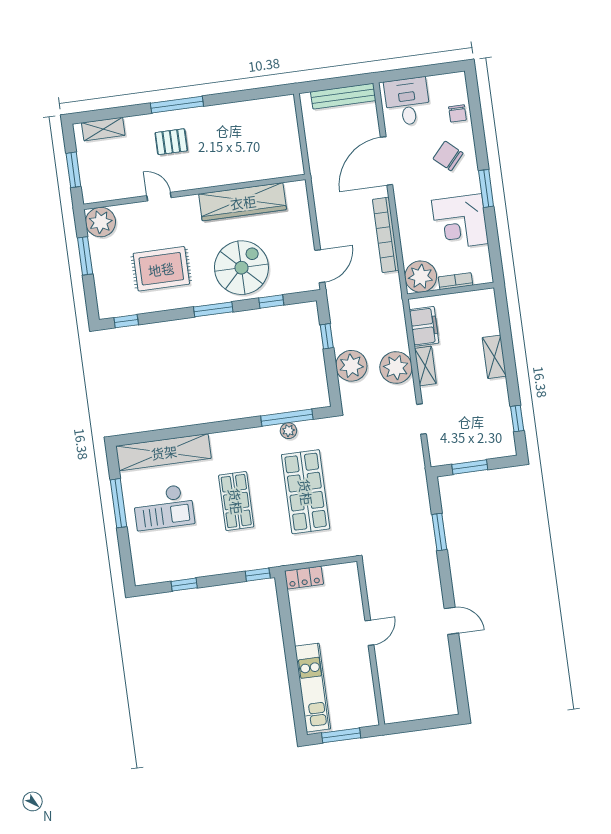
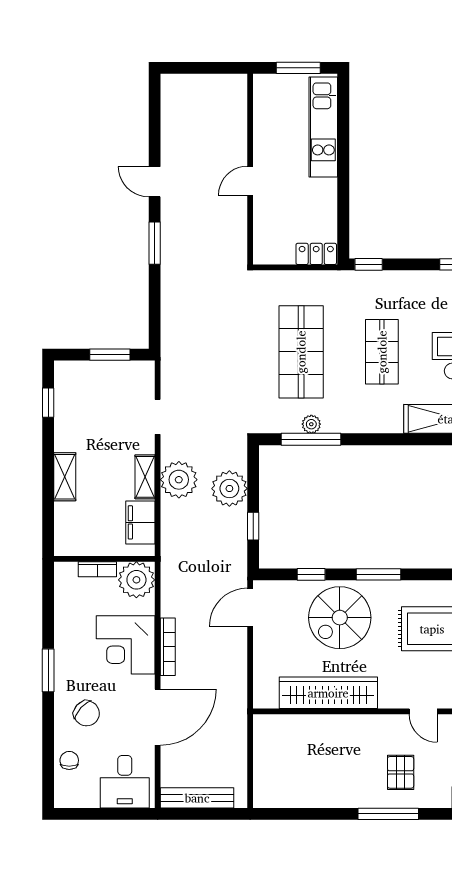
pallet: (171, 142) -> (401, 772), turned 90
corner desk: (460, 222) -> (126, 645), moved, turned 180
bookcase: (386, 235) -> (168, 647), width x0.68, depth x0.76
window: (439, 532) -> (155, 243), moved

